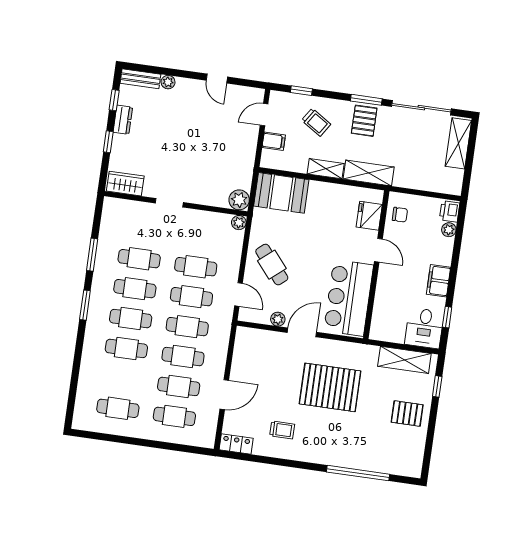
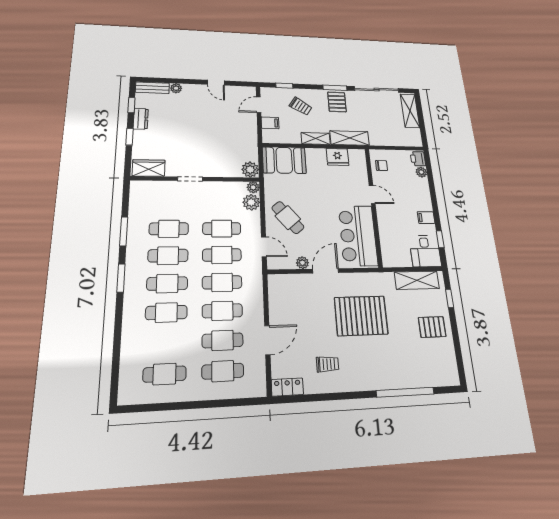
fridge: (369, 216) -> (338, 157), moved, turned -90
plant: (234, 241) -> (251, 202), added
filing cabinet: (439, 281) -> (426, 218), width x0.50

